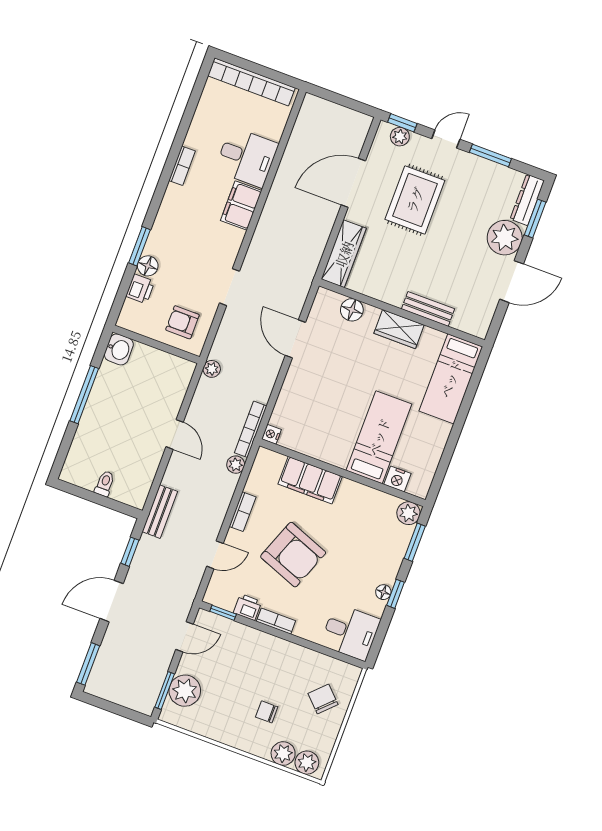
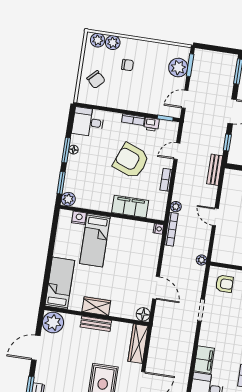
plant: (505, 238) -> (53, 323), moved
bench: (428, 309) -> (96, 324), moved
floor lamp: (352, 310) -> (143, 314), moved
window: (396, 594) -> (66, 150), width x1.50

